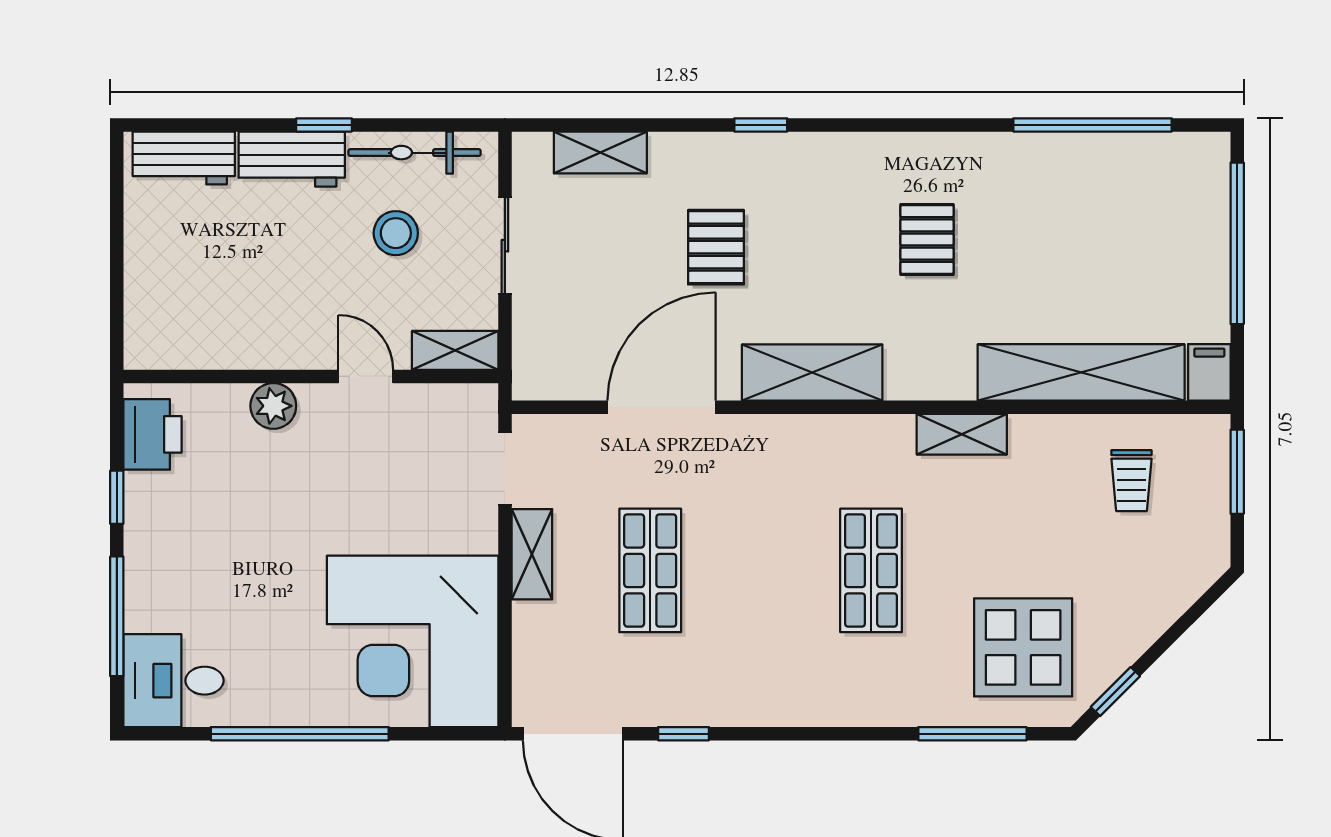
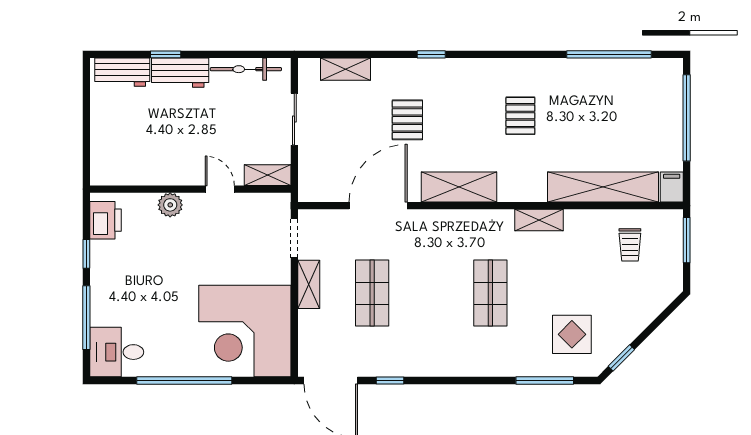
window: (324, 125) -> (166, 54), moved
stool: (396, 233) -> (236, 112), removed
display table: (1023, 647) -> (572, 334), width x0.73, depth x0.73

